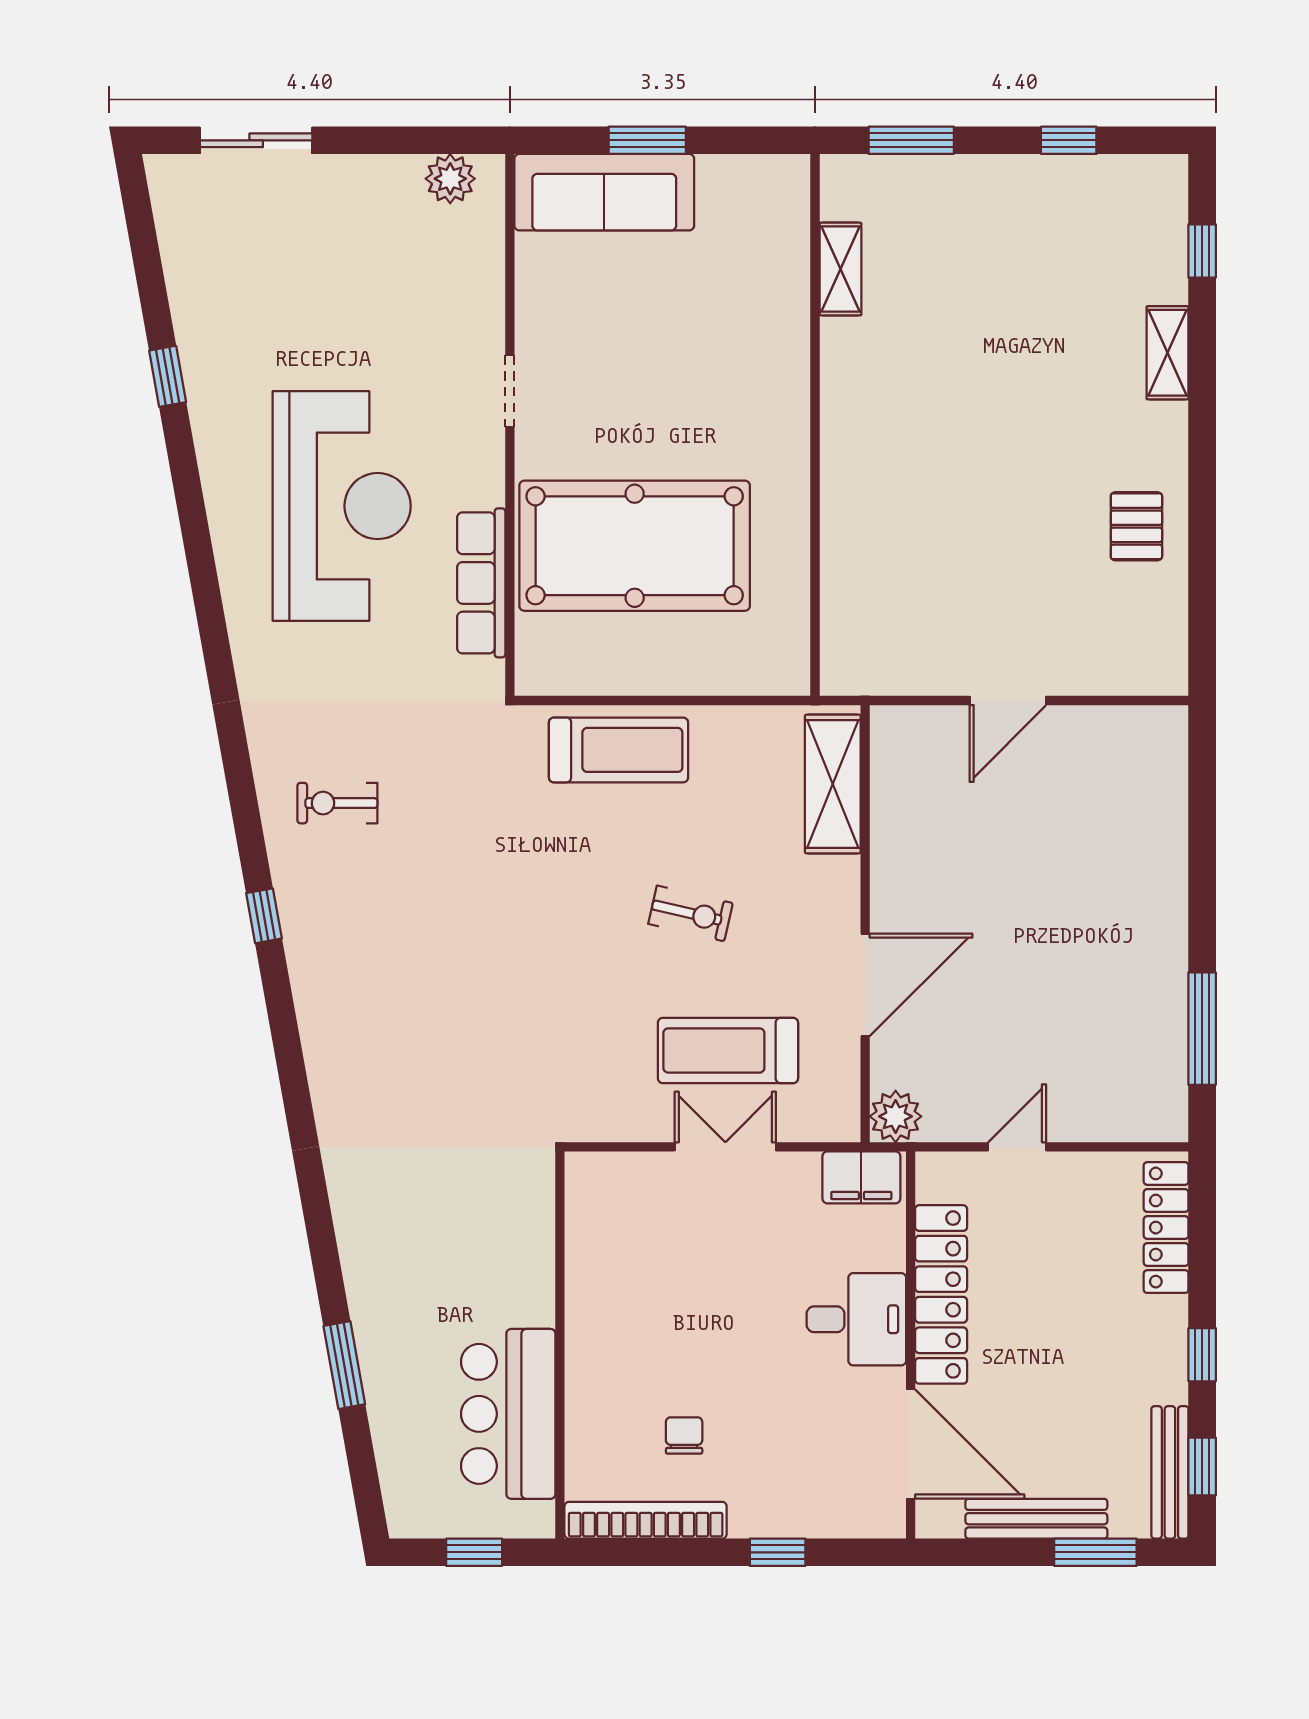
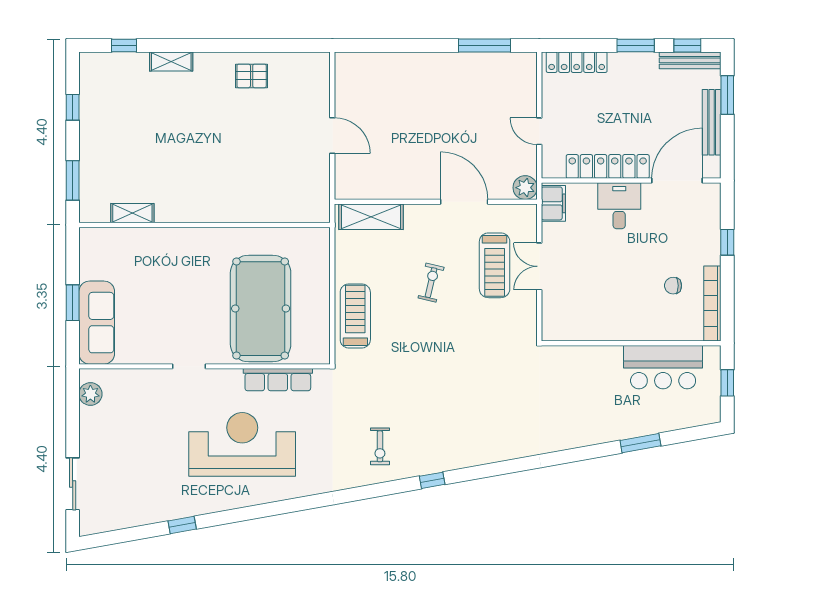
window: (1202, 1355) -> (636, 45), width x1.50

